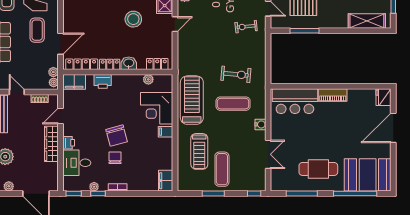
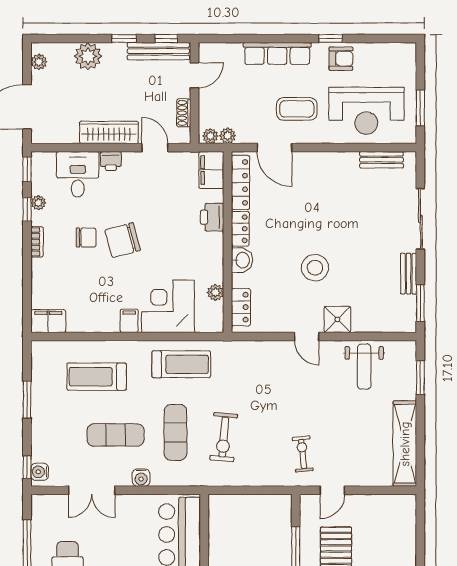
treadmill: (192, 100) -> (181, 364), width x0.73, depth x0.73
exercise mat: (222, 169) -> (116, 435), moved
water cooler: (257, 186) -> (40, 472), added

